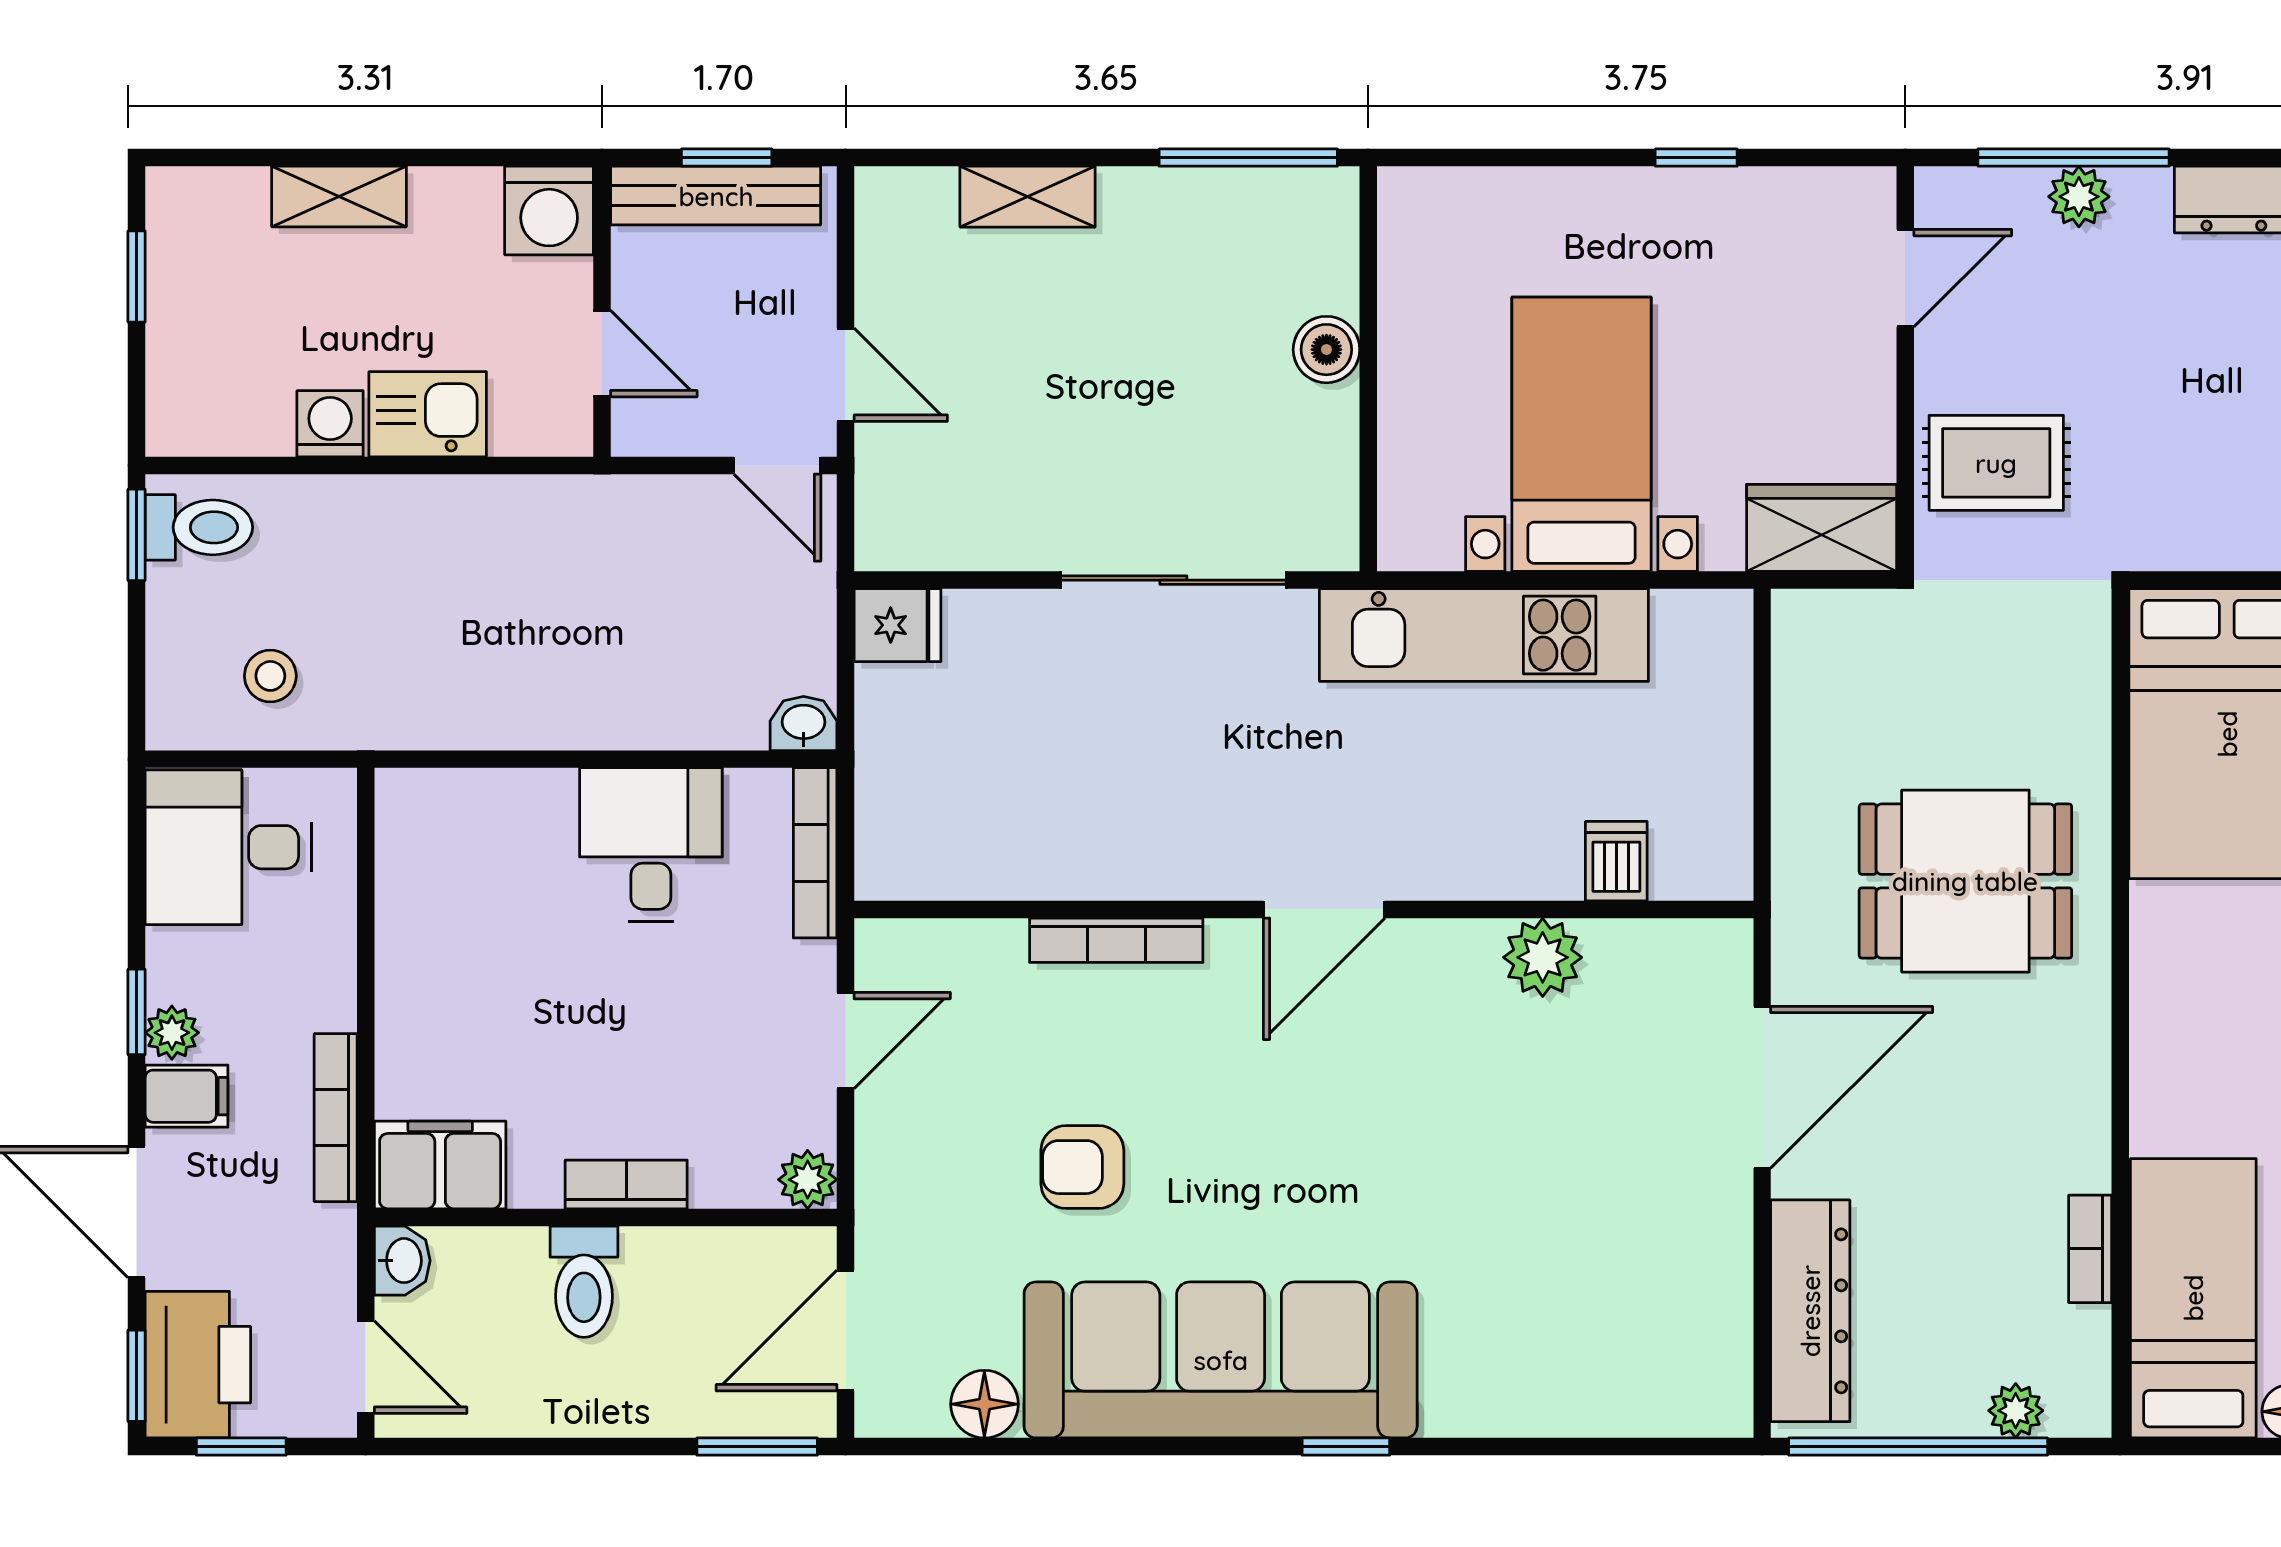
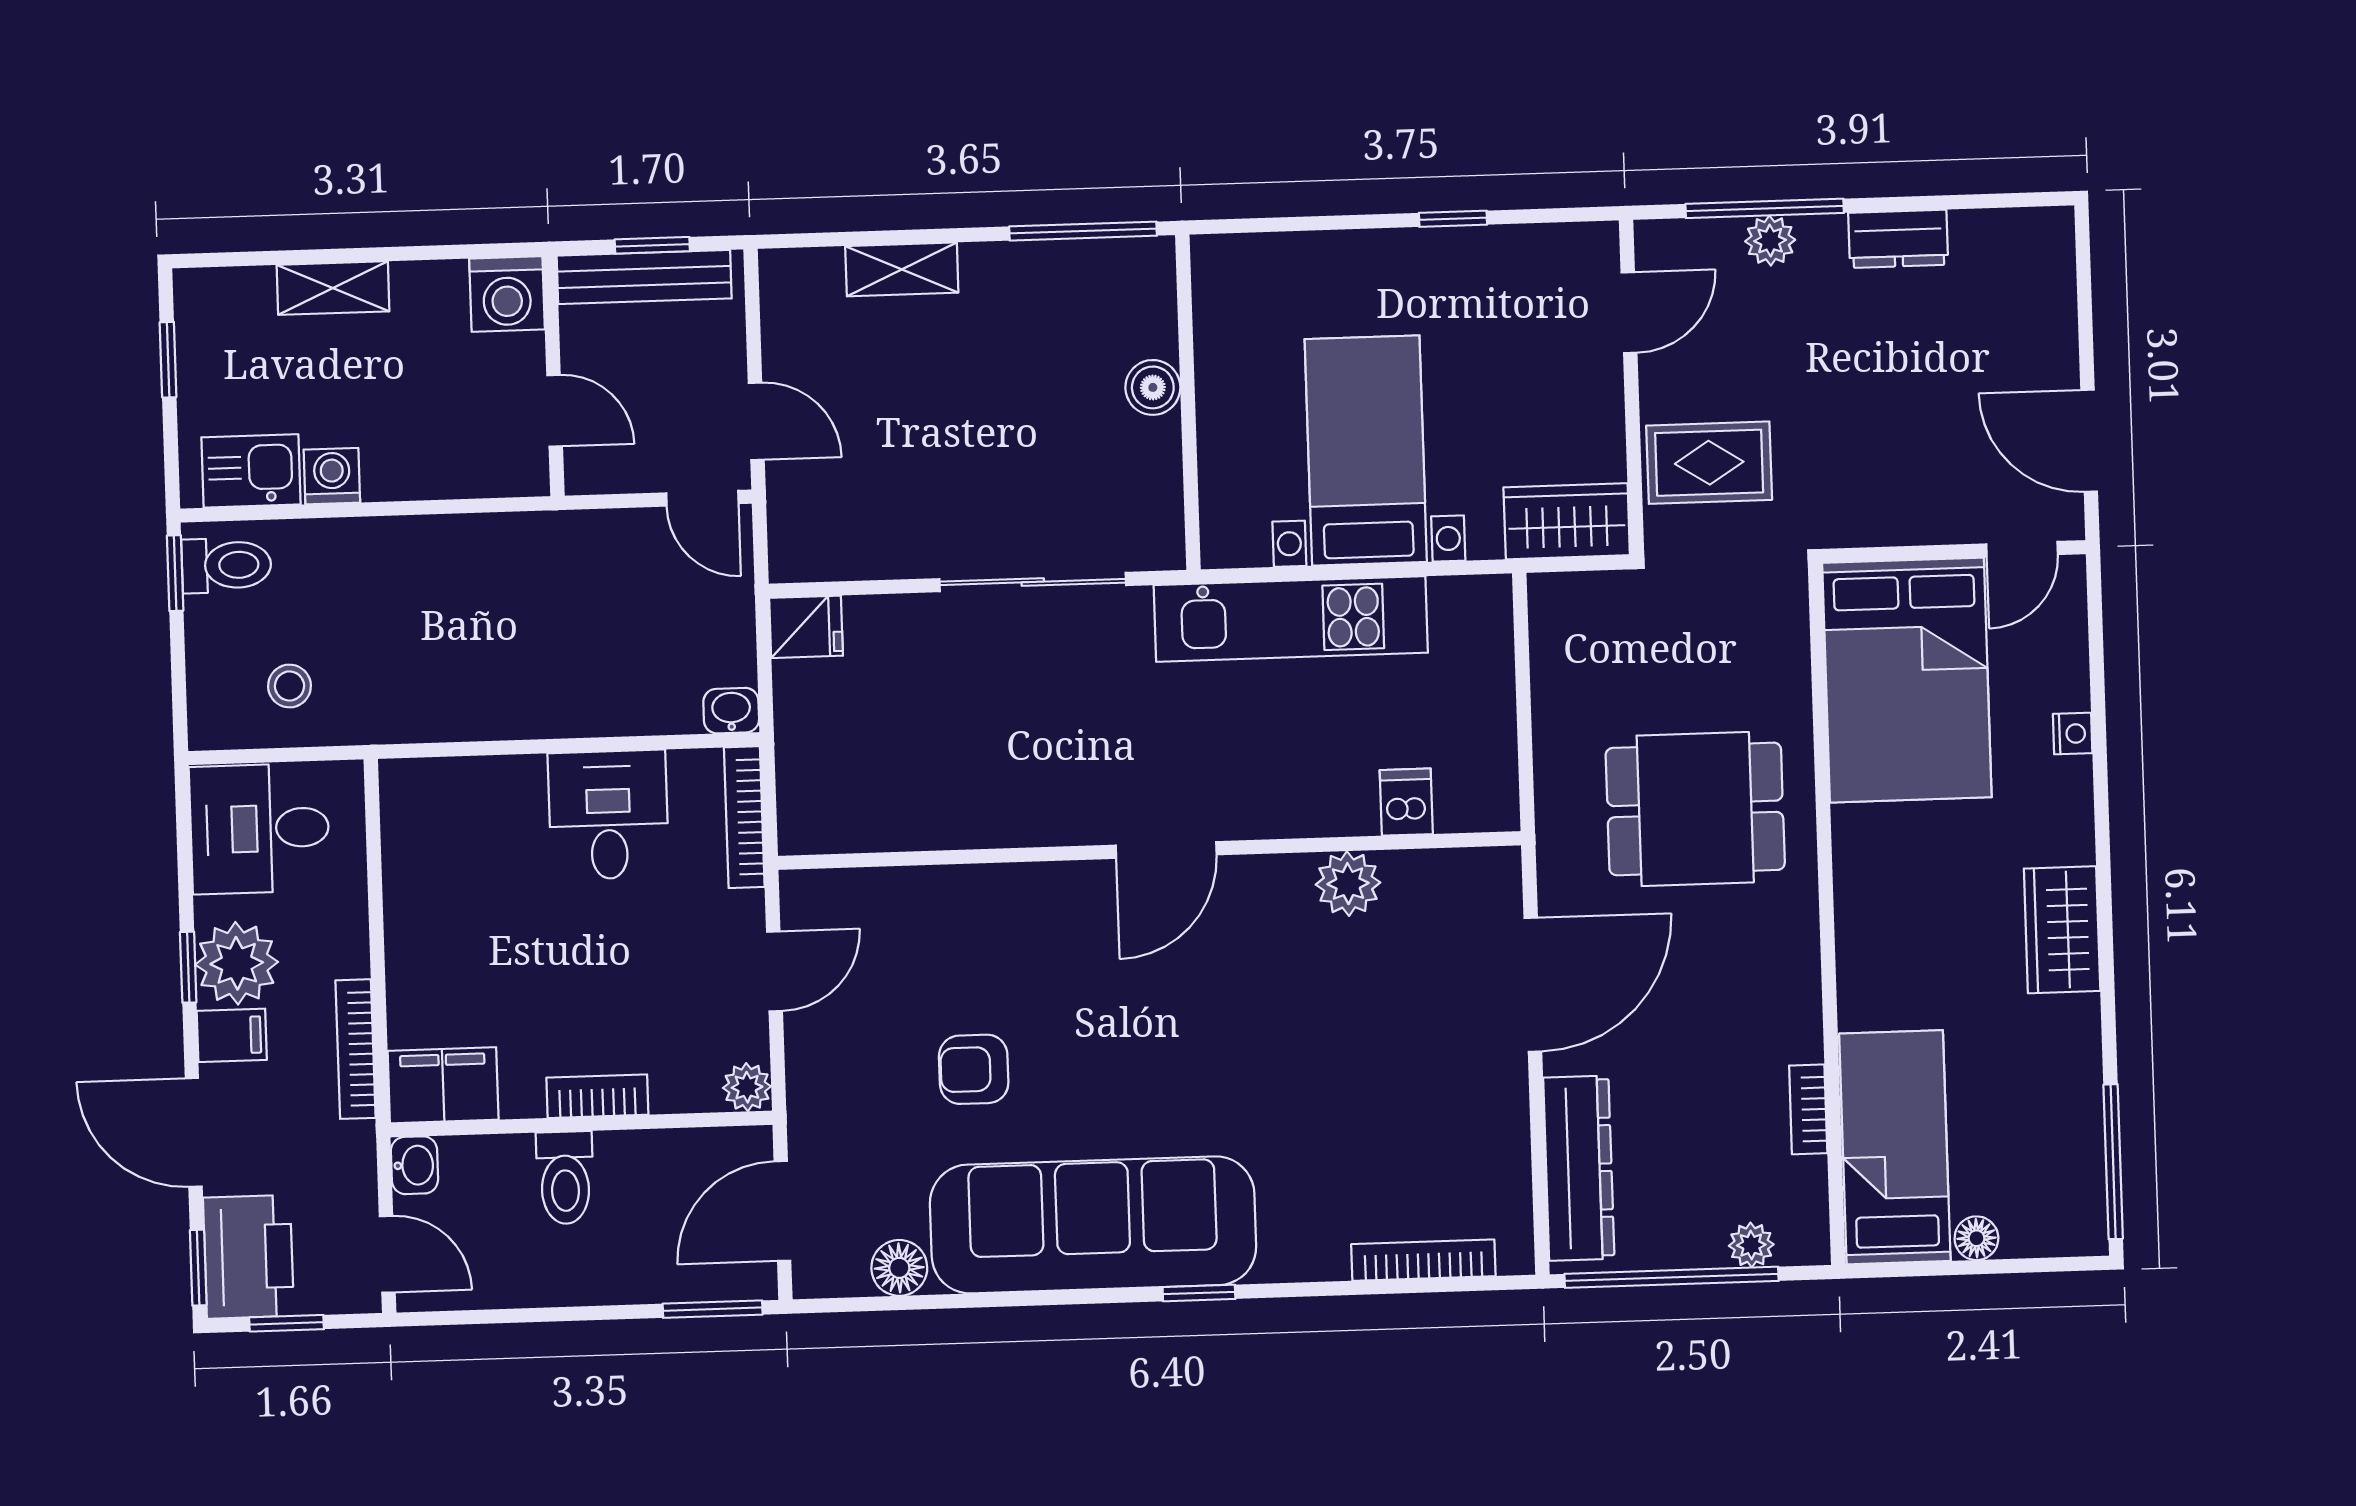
kitchen sink: (428, 414) -> (251, 471), moved
bookcase: (1116, 940) -> (1423, 1260), moved, turned 180
plant: (172, 1033) -> (237, 963), width x1.87, depth x1.87

